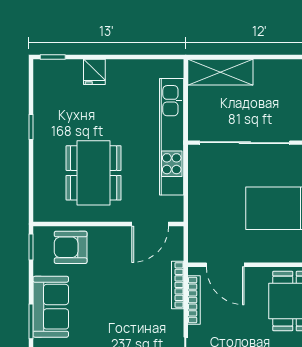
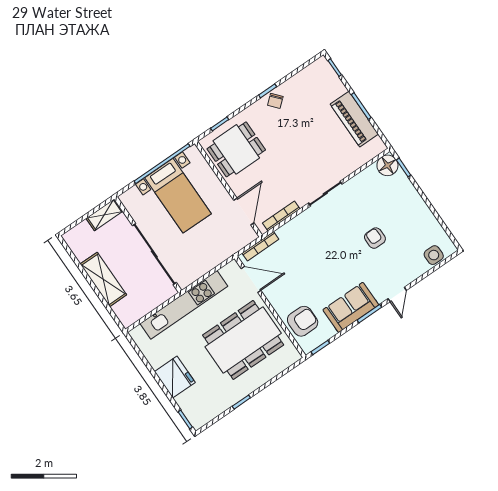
fridge: (94, 72) -> (175, 377), width x1.88, depth x1.34
shelving: (220, 72) -> (103, 279), moved
dining table: (94, 173) -> (243, 340), width x1.36, depth x1.24
armchair: (71, 247) -> (303, 321), turned -90
bookcase: (178, 285) -> (260, 246), moved

